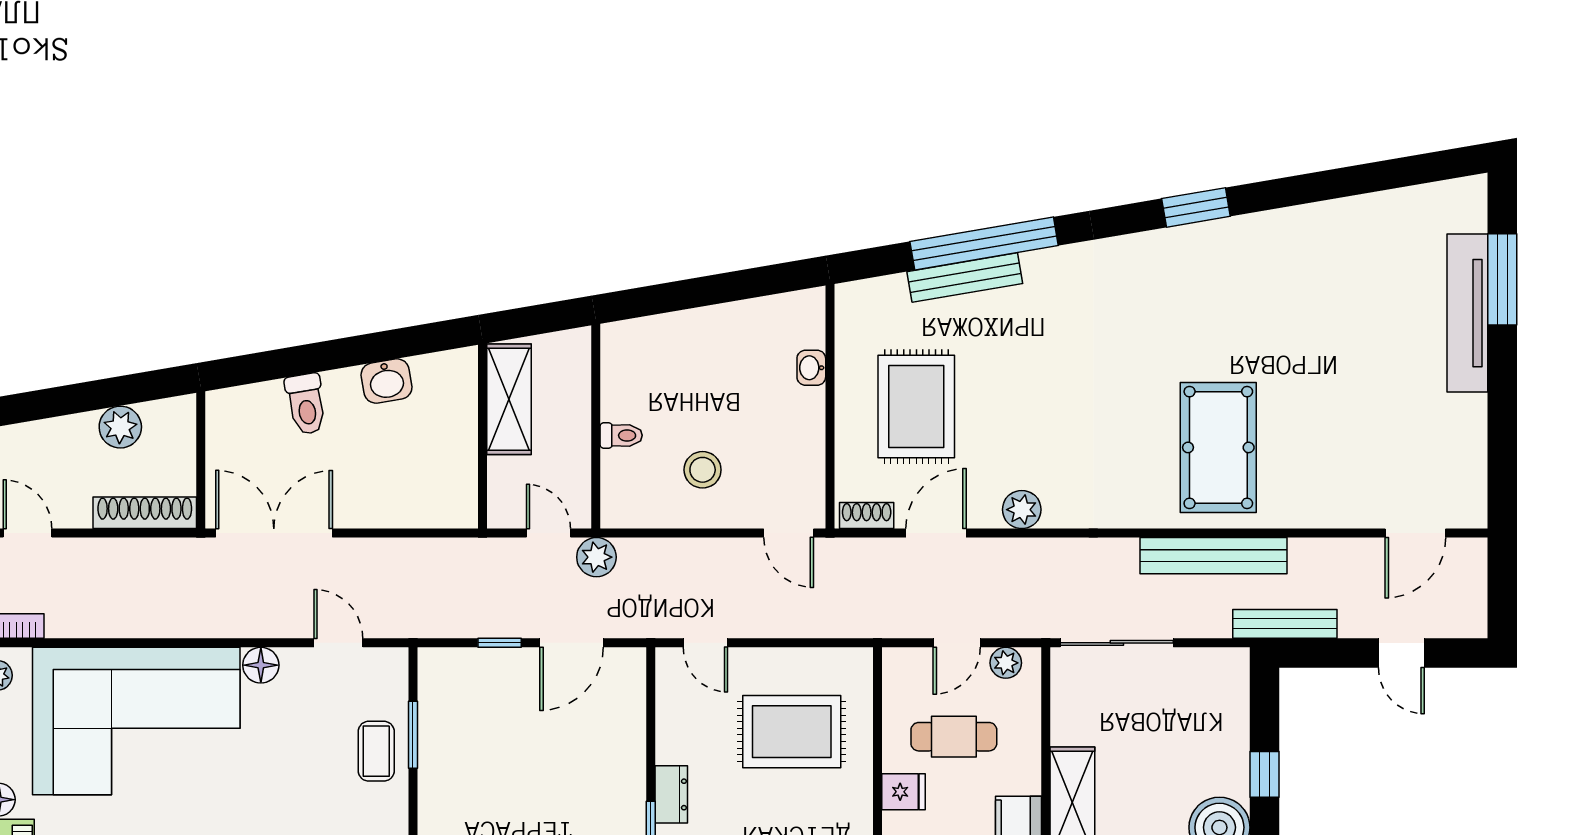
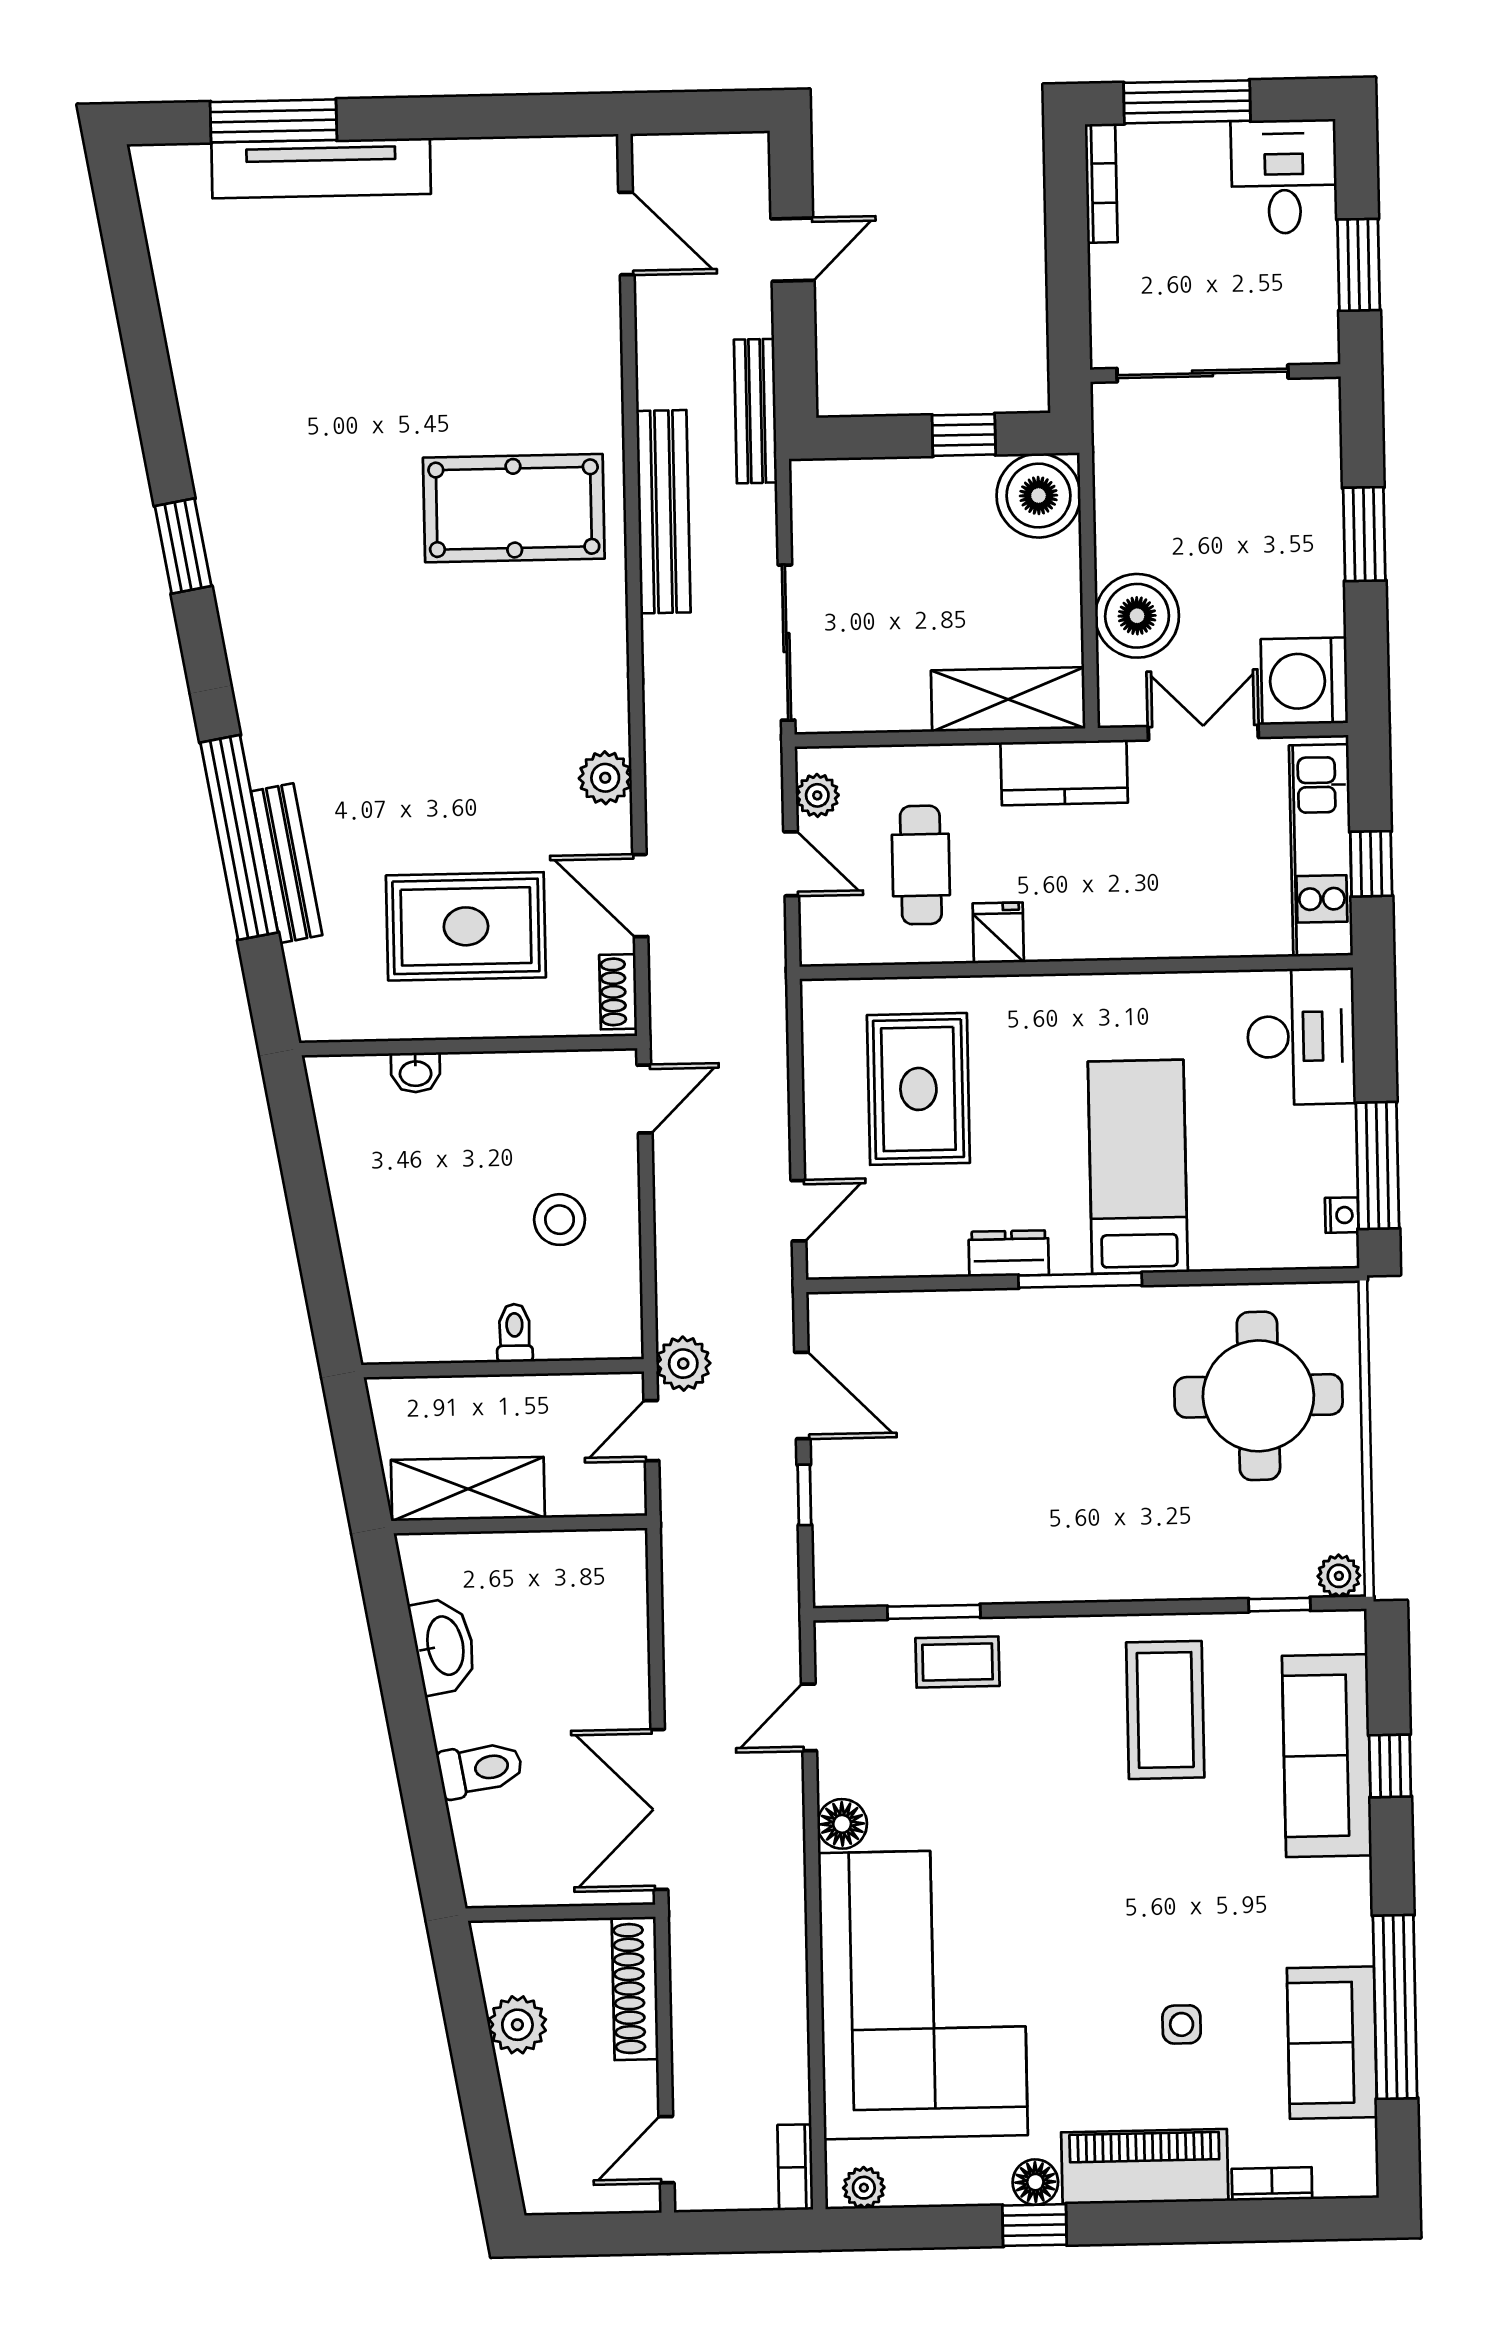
washbasin: (387, 381) -> (444, 1646), width x1.38

